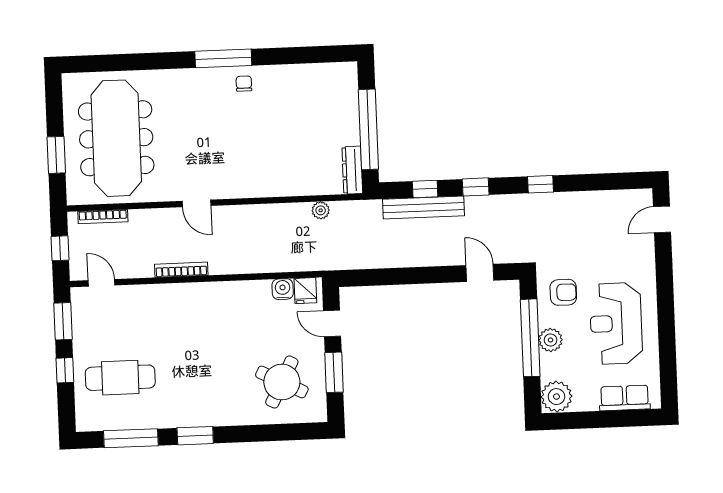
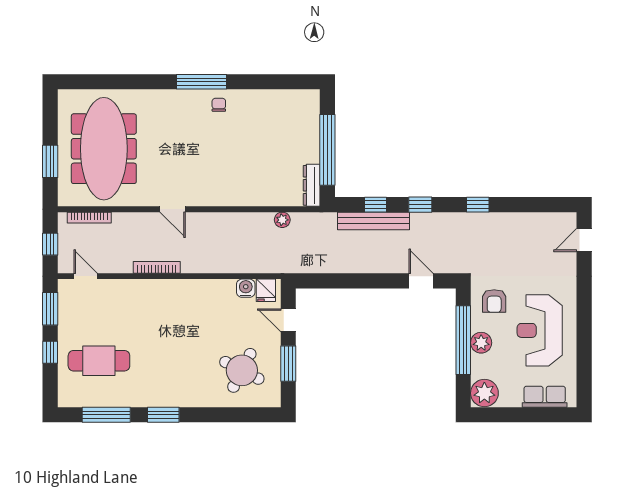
armchair: (563, 292) -> (494, 301), turned 90

